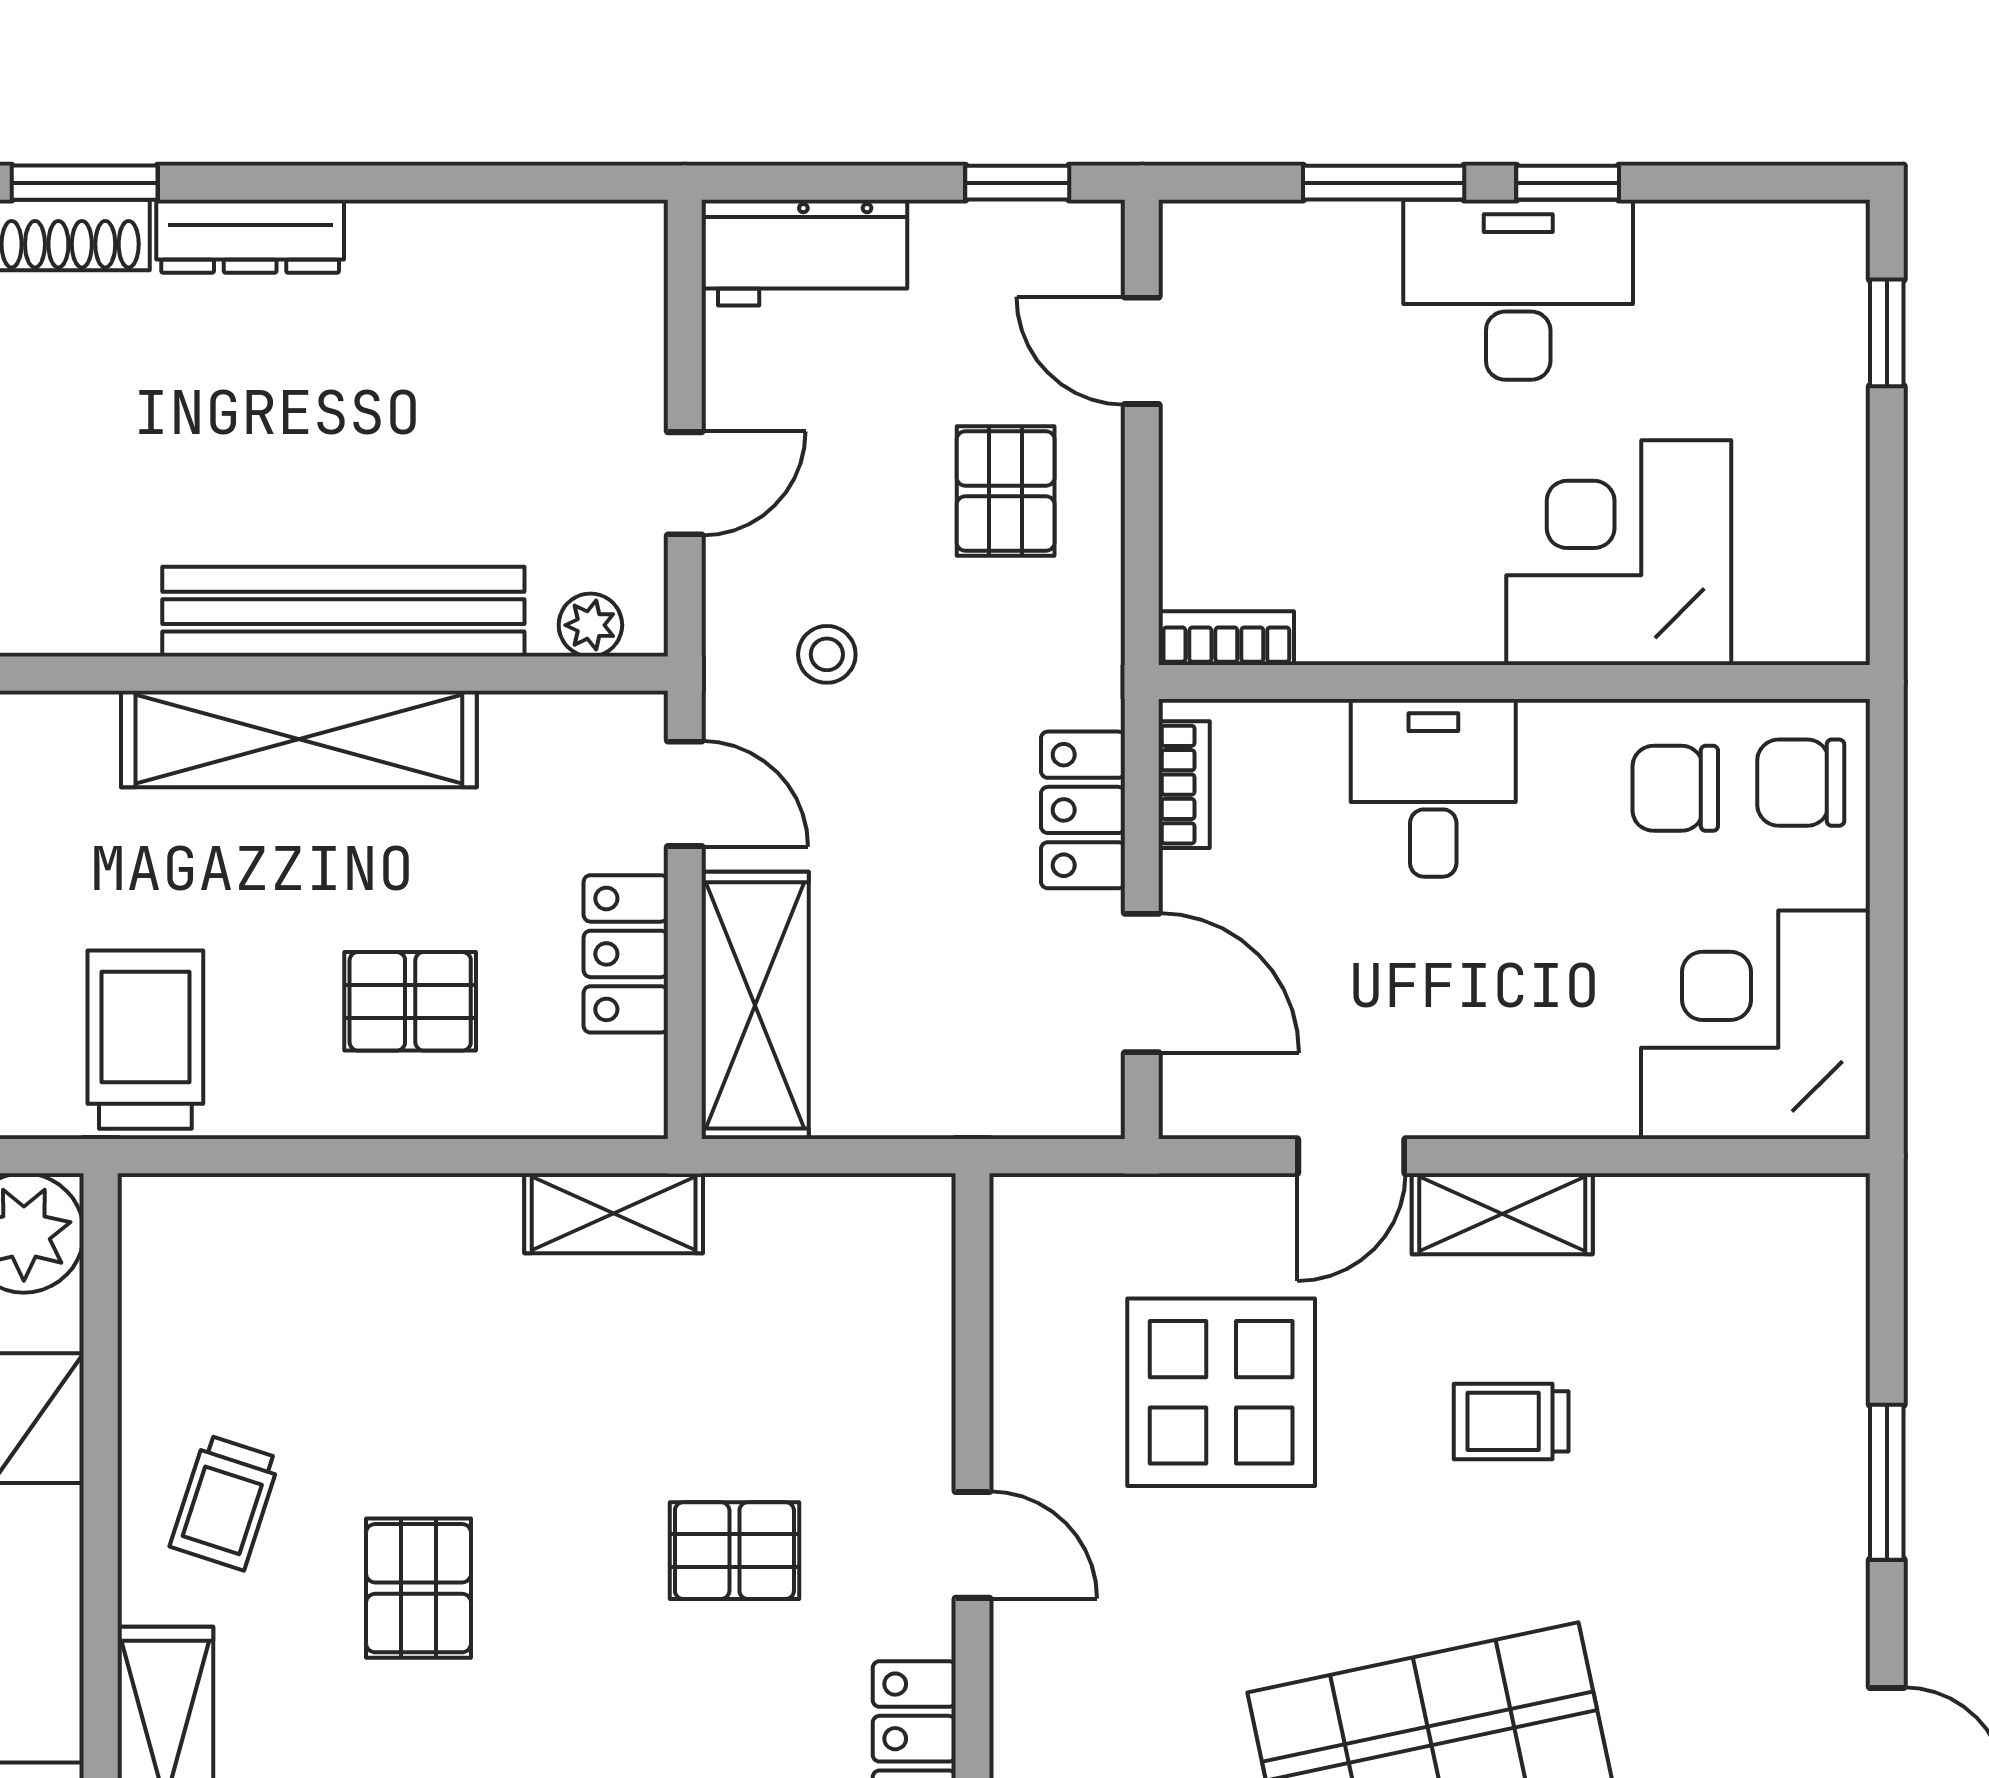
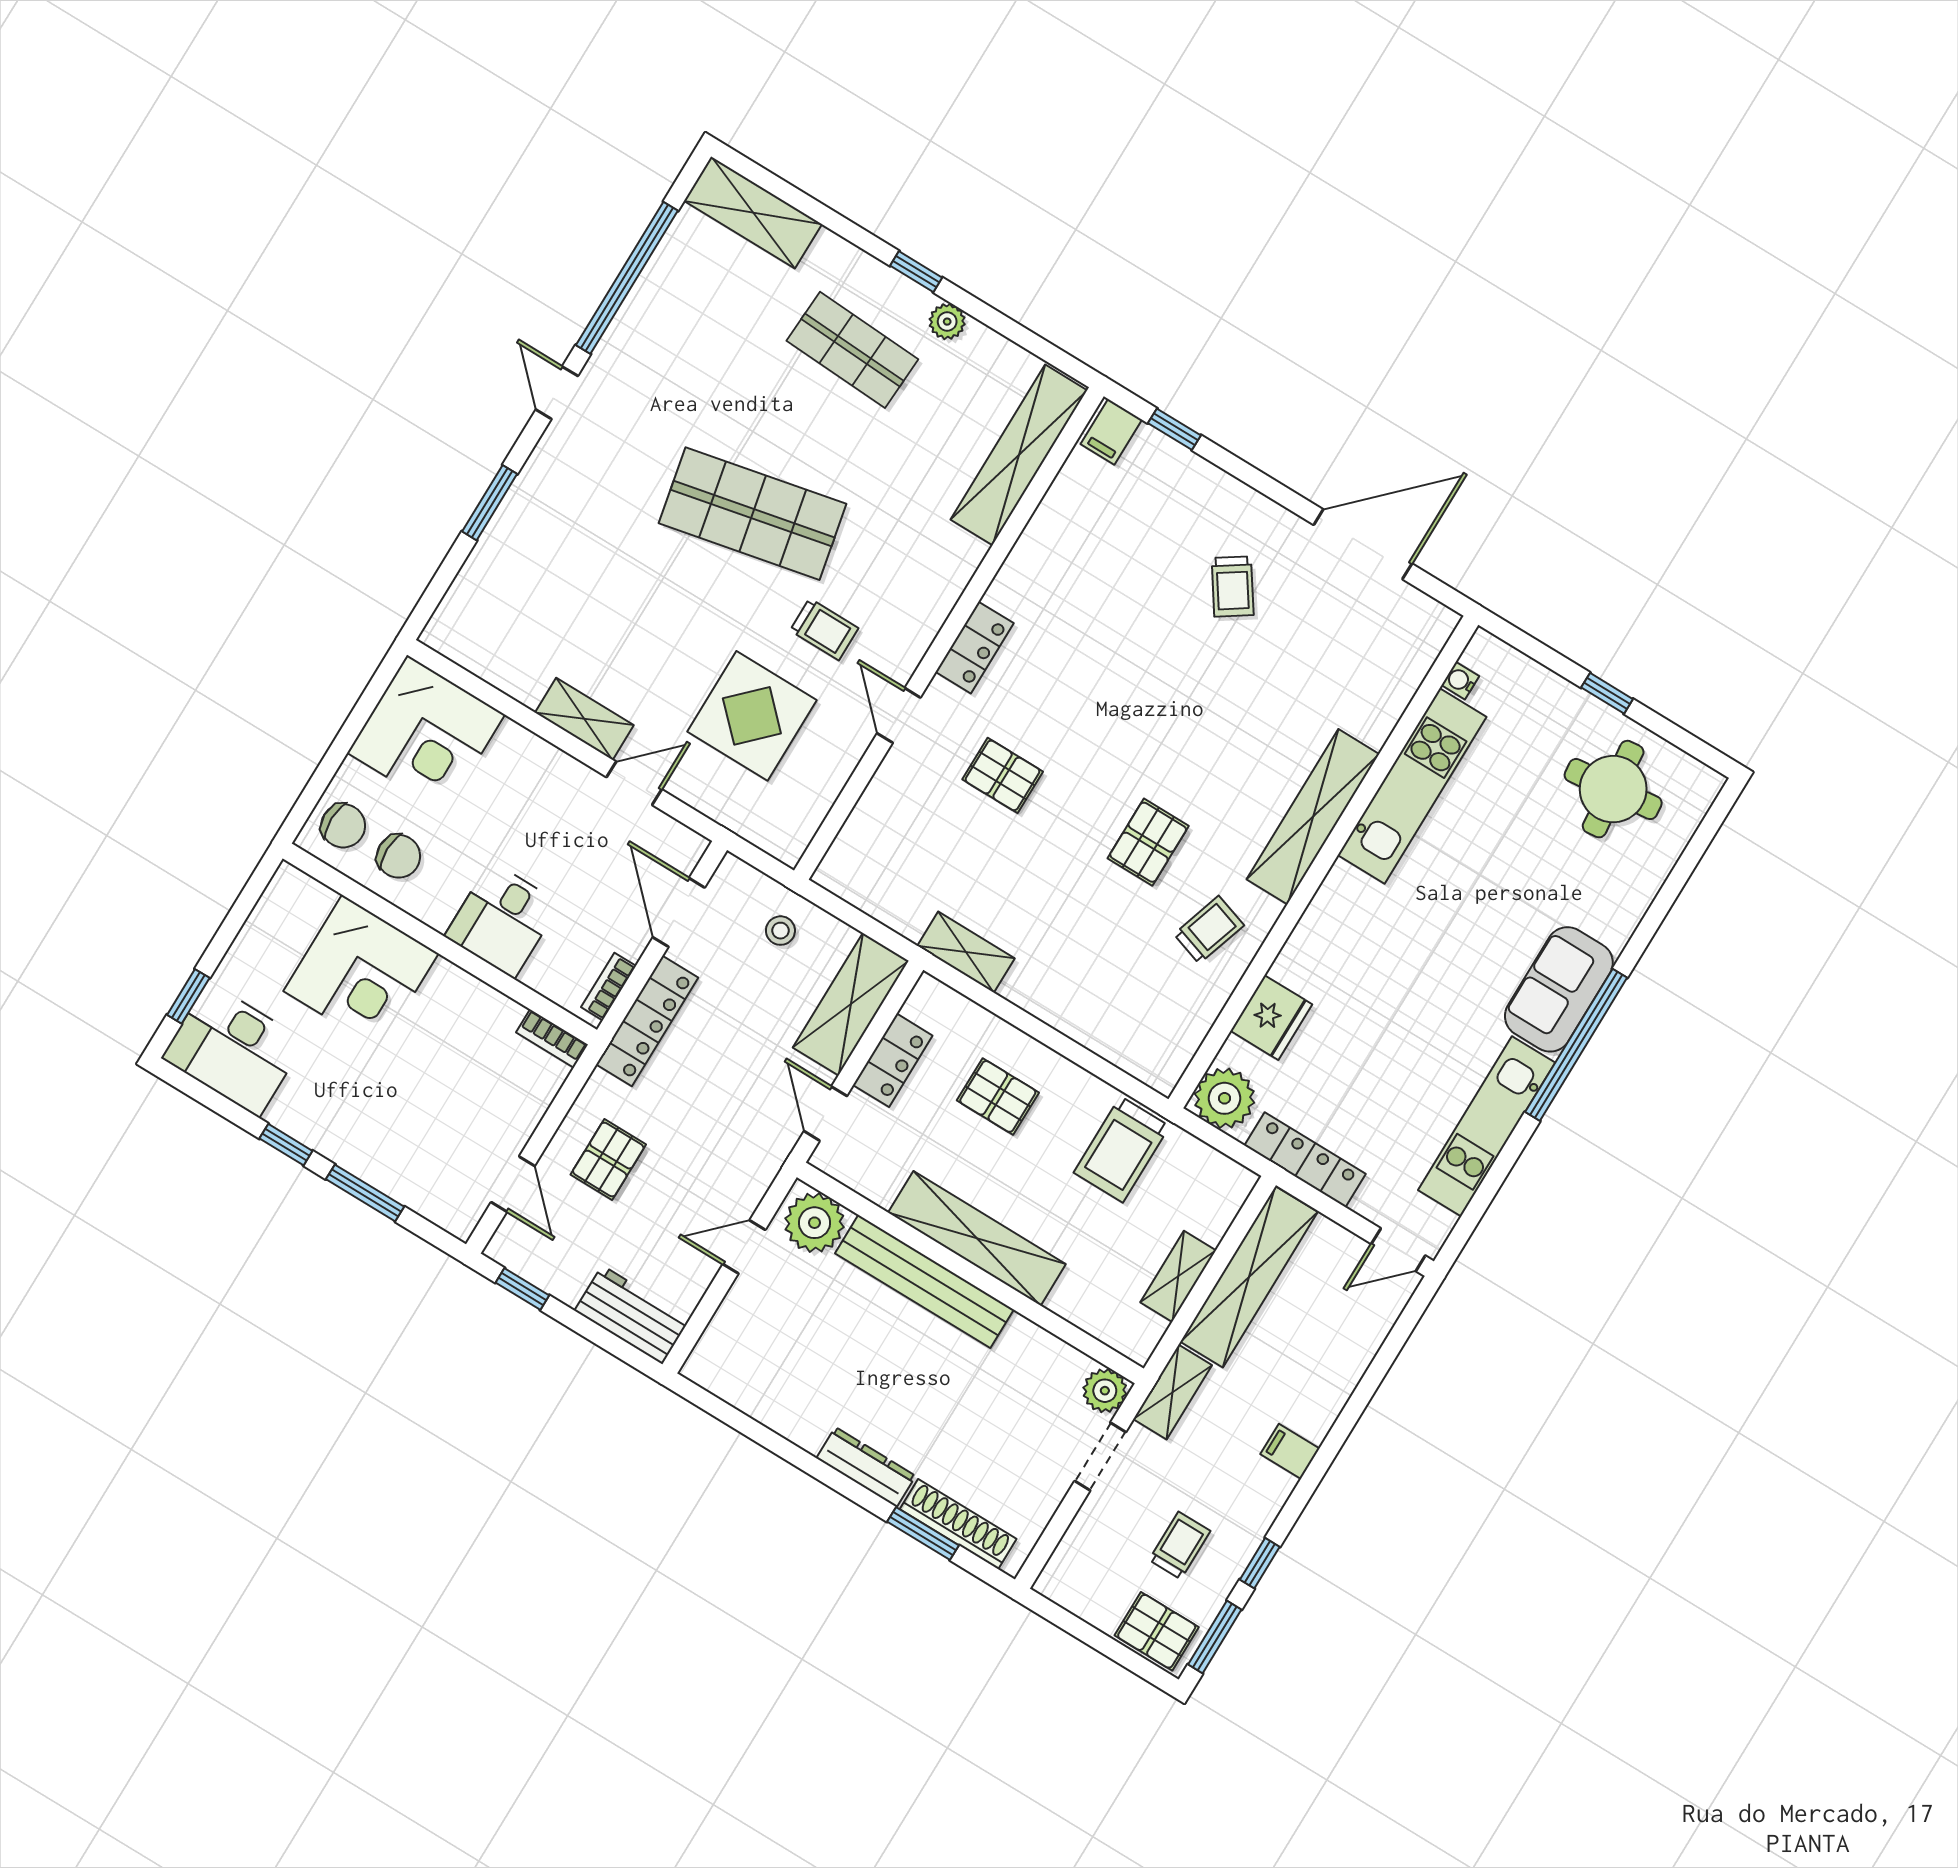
desk: (1518, 290) -> (234, 1049), moved
plant: (590, 625) -> (814, 1223), width x1.87, depth x1.87
stool: (827, 654) -> (780, 931), moved
locker: (1083, 810) -> (647, 1021), width x1.53
trolley: (1511, 1421) -> (824, 629), moved

